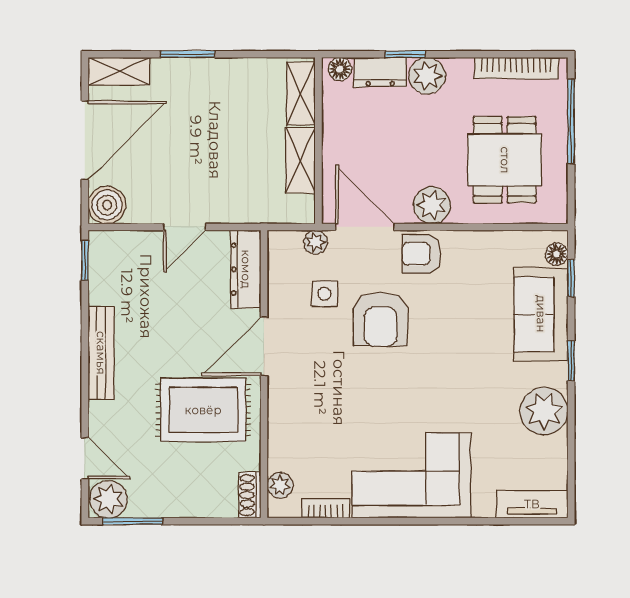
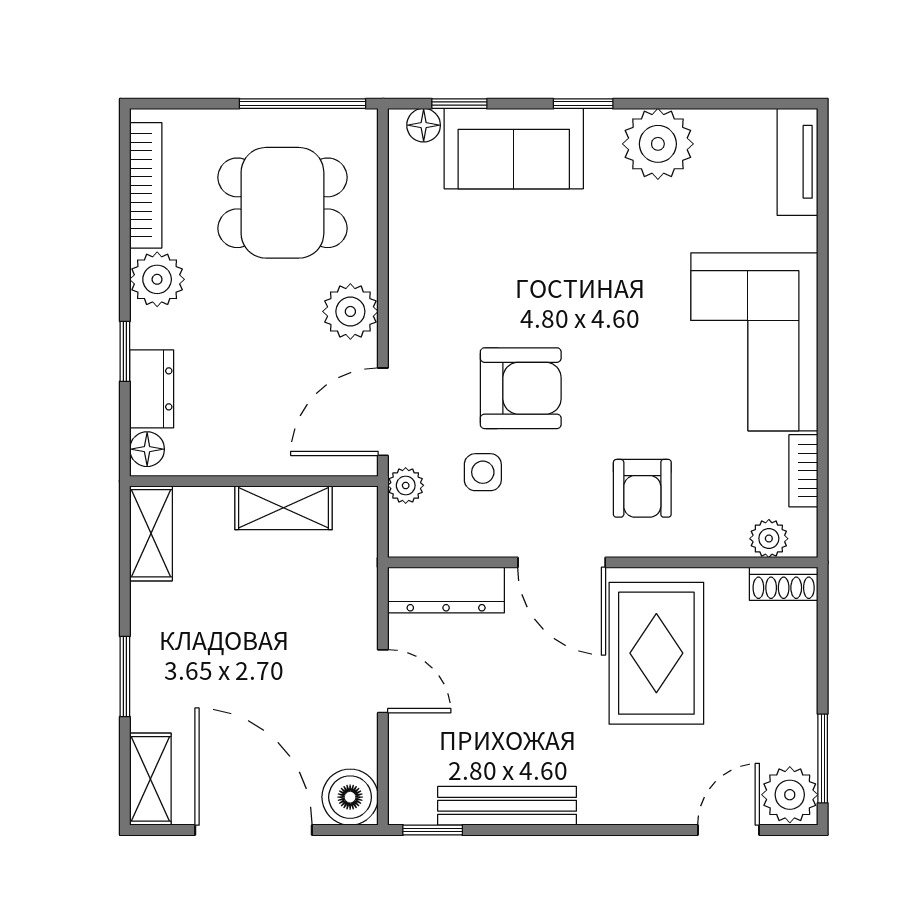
plant: (427, 76) -> (157, 279), moved
shelving: (301, 94) -> (151, 533), moved, turned 90
window: (571, 121) -> (302, 104), moved
armchair: (422, 254) -> (642, 488), moved
bench: (101, 353) -> (507, 806), moved

